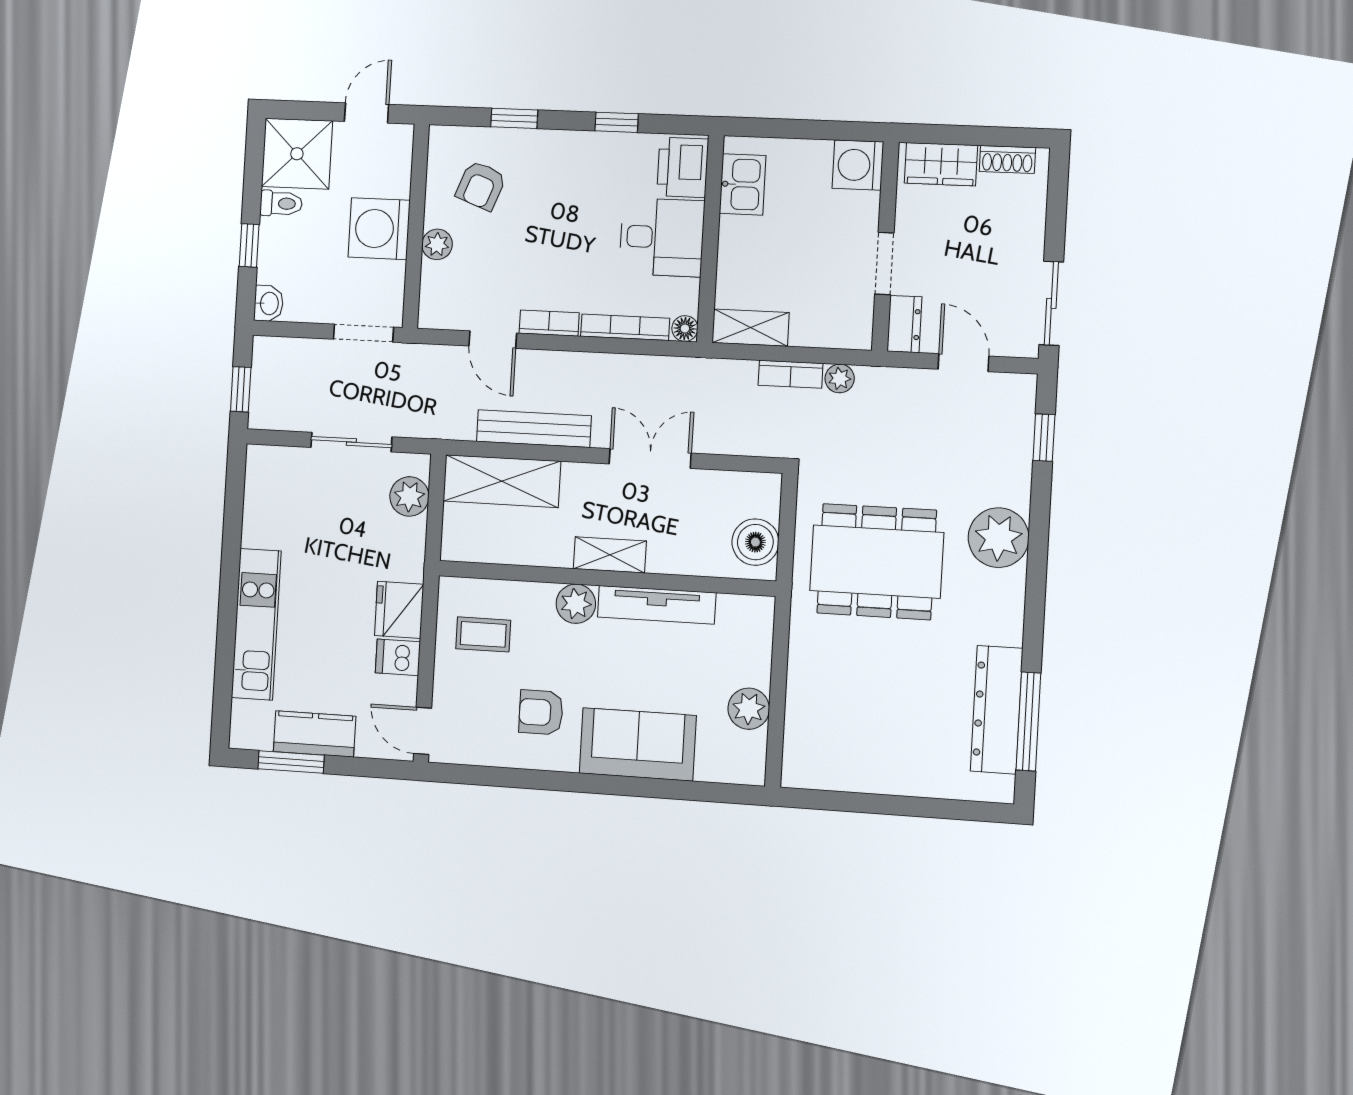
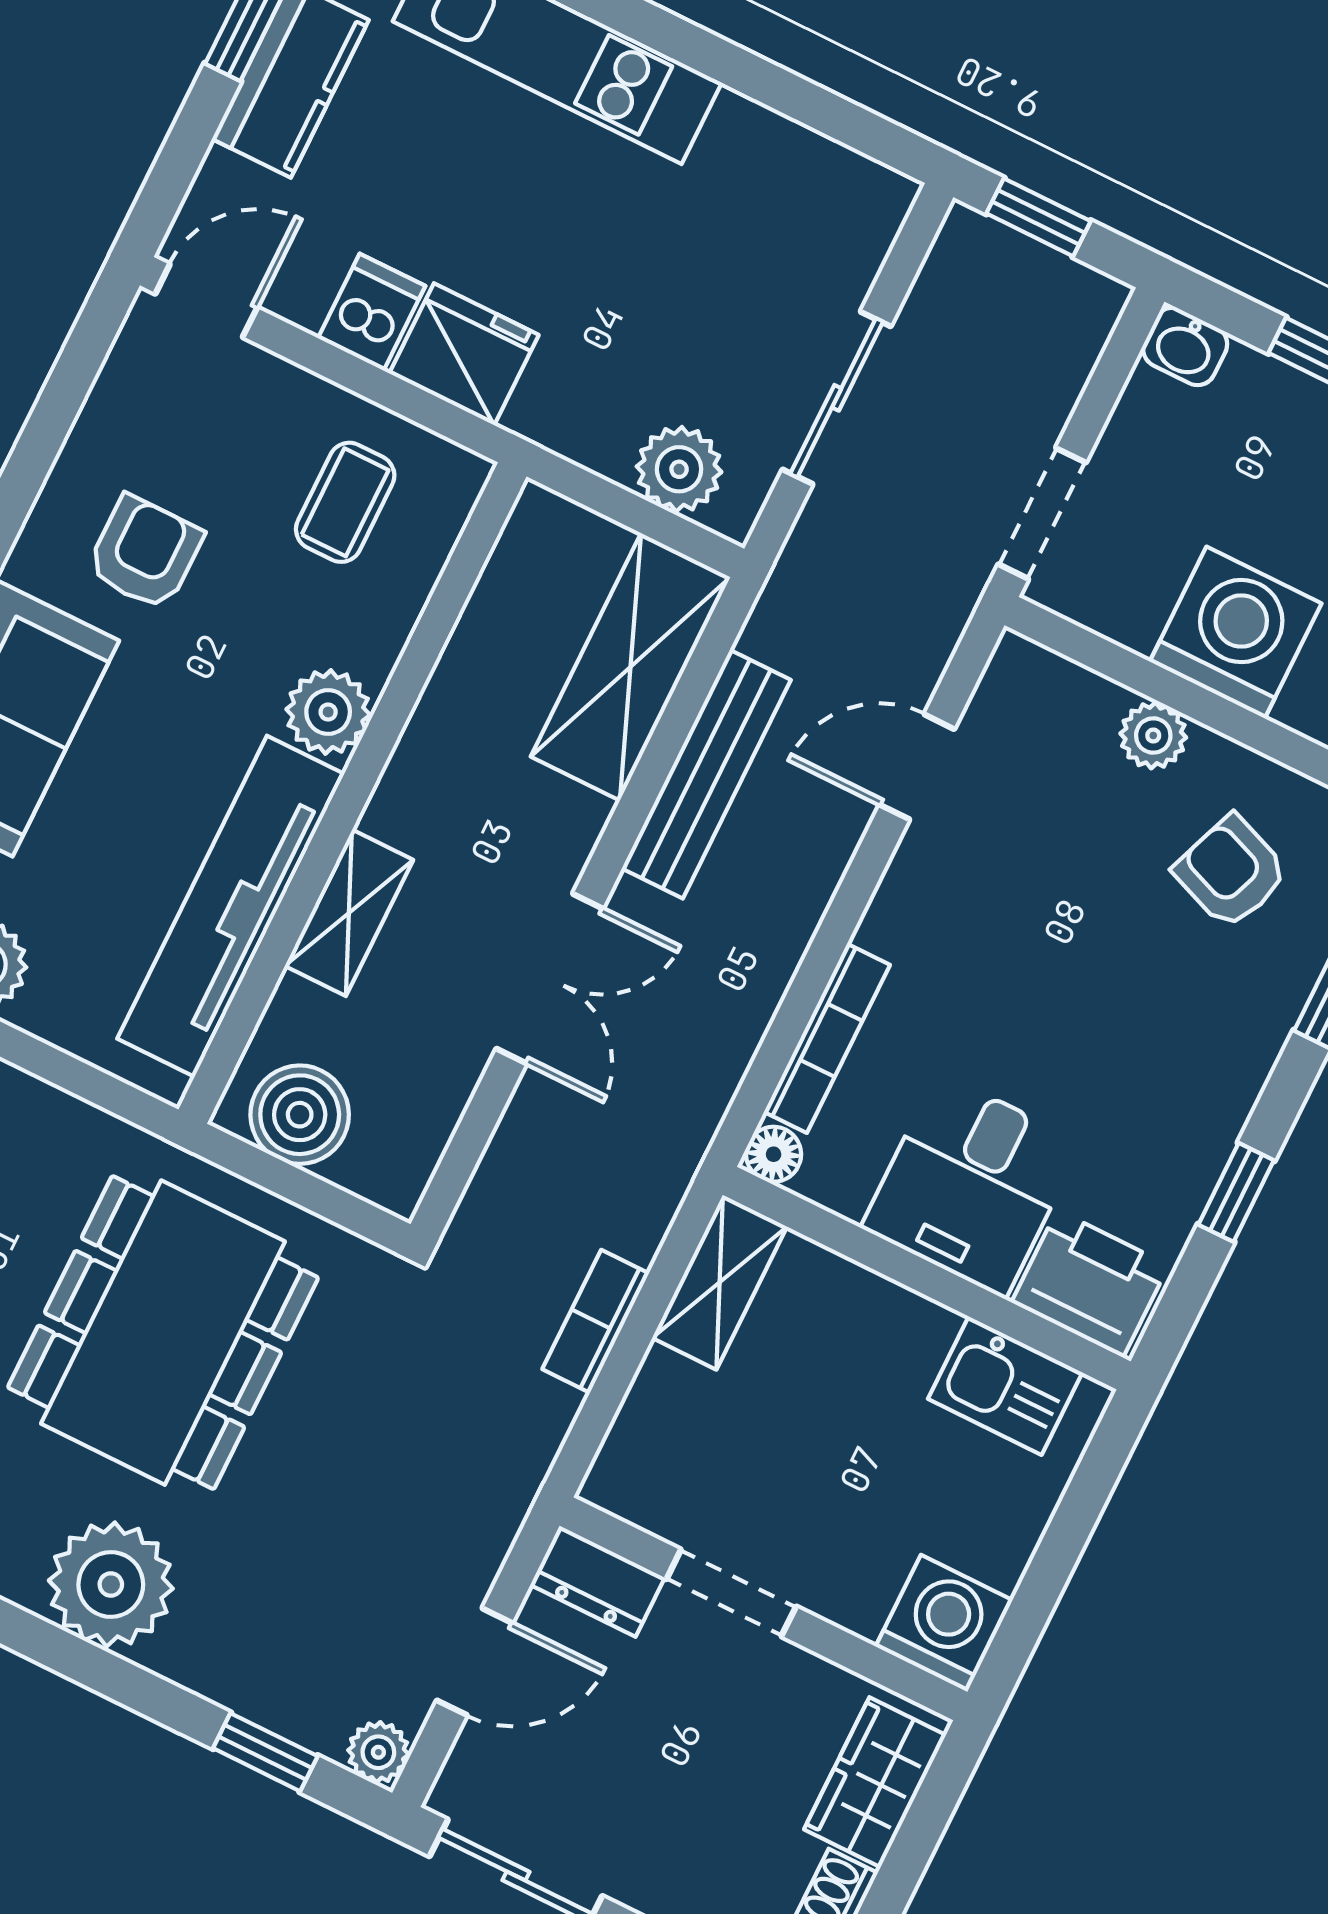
bookcase: (549, 323) -> (901, 892), removed
plant: (840, 378) -> (378, 1752), moved
shelving: (610, 555) -> (349, 913), moved
tv unit: (657, 605) -> (231, 906), width x1.36, depth x1.29

